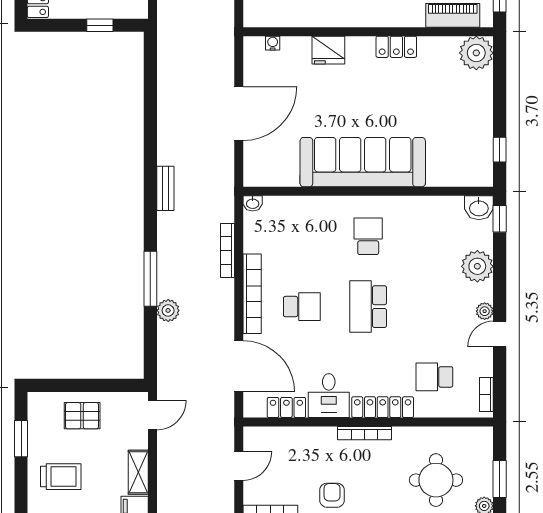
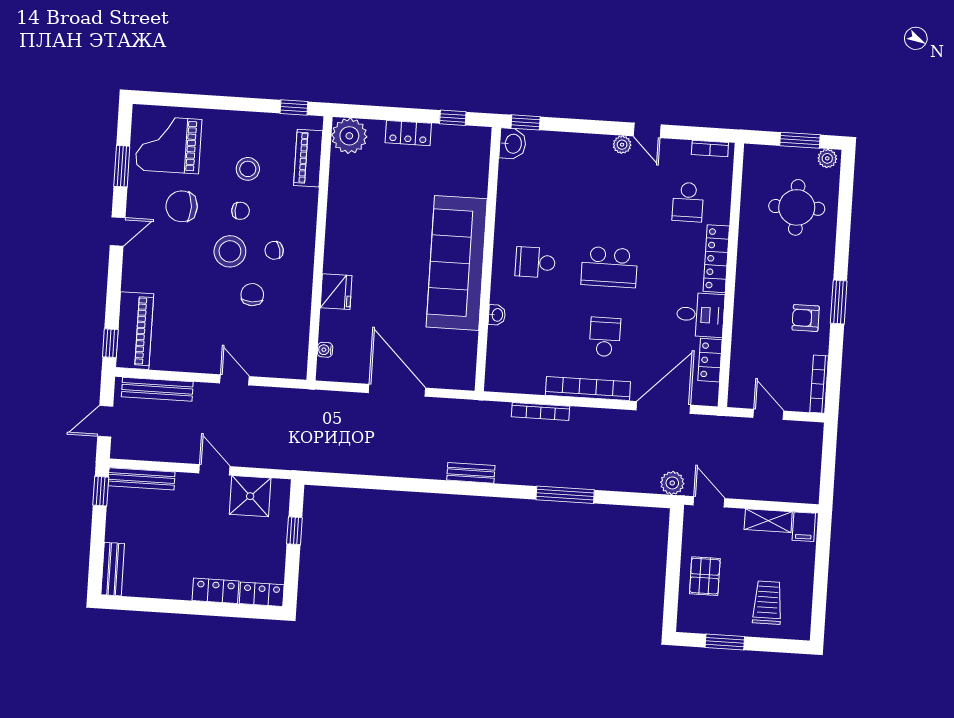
locker: (396, 47) -> (408, 133), moved, turned 90
washbasin: (253, 203) -> (497, 315), moved
plant: (477, 266) -> (574, 149), removed
plant: (168, 310) -> (672, 483), moved
bookcase: (365, 433) -> (742, 280), removed

